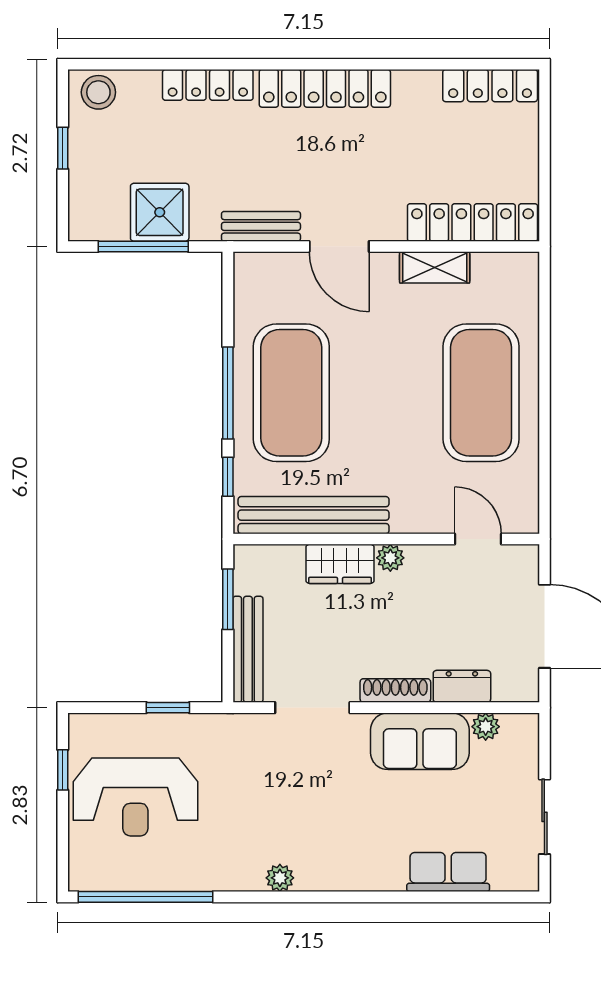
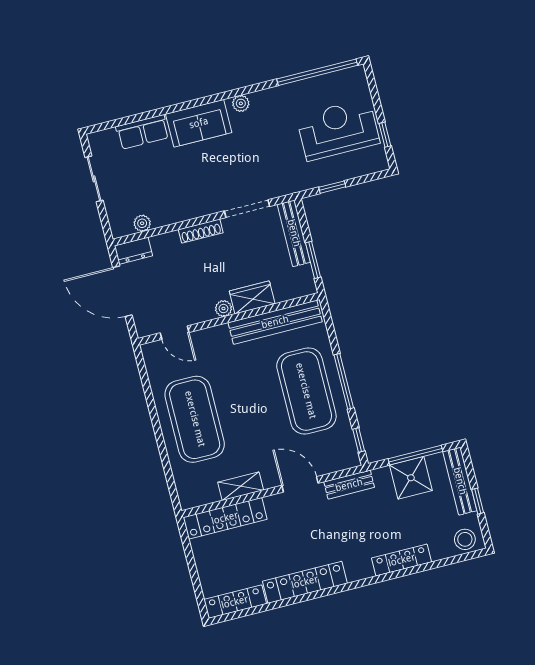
locker: (325, 88) -> (305, 582), moved
bench: (83, 187) -> (460, 481), added
window: (228, 477) -> (359, 440), moved
dresser: (462, 686) -> (133, 251), moved
sofa: (420, 741) -> (199, 123), moved, turned 180

